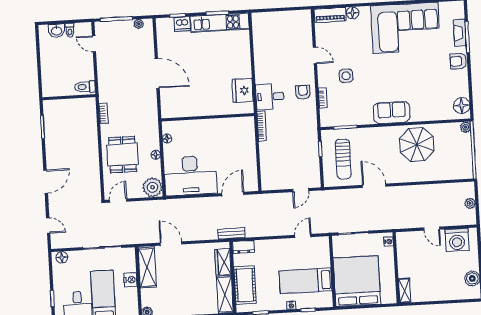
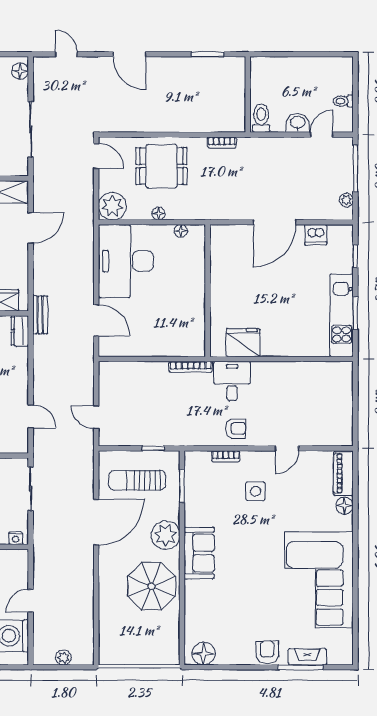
dishwasher: (182, 24) -> (316, 235), moved, turned -90
washbasin: (57, 31) -> (298, 123), moved, turned 90
plant: (466, 127) -> (166, 535), moved, width x1.87, depth x1.87
door: (374, 186) -> (96, 522), width x1.36
door: (48, 226) -> (66, 54), swing flipped

